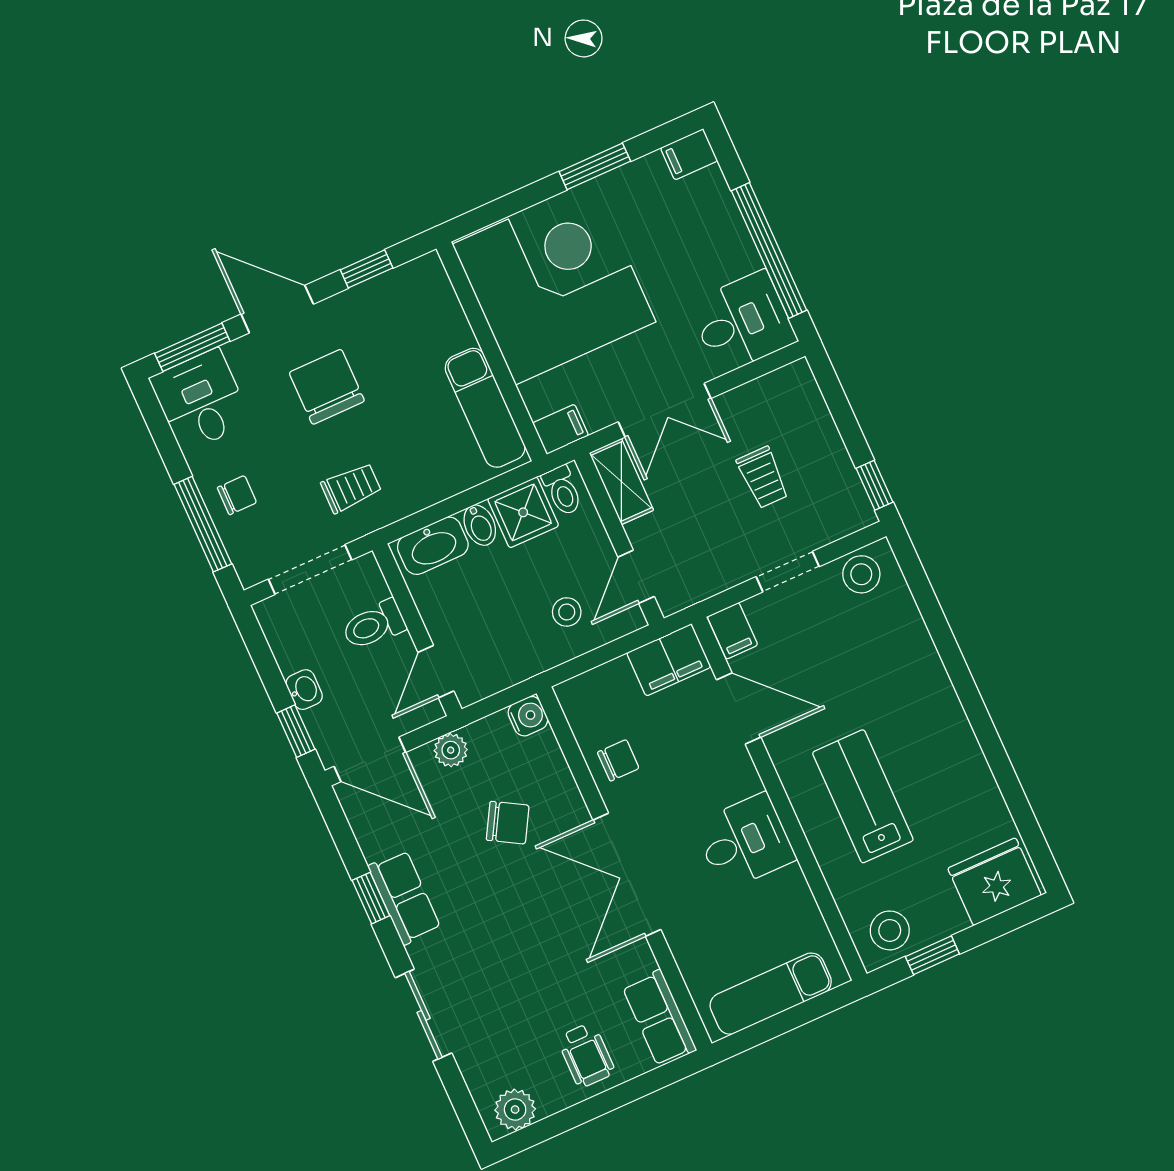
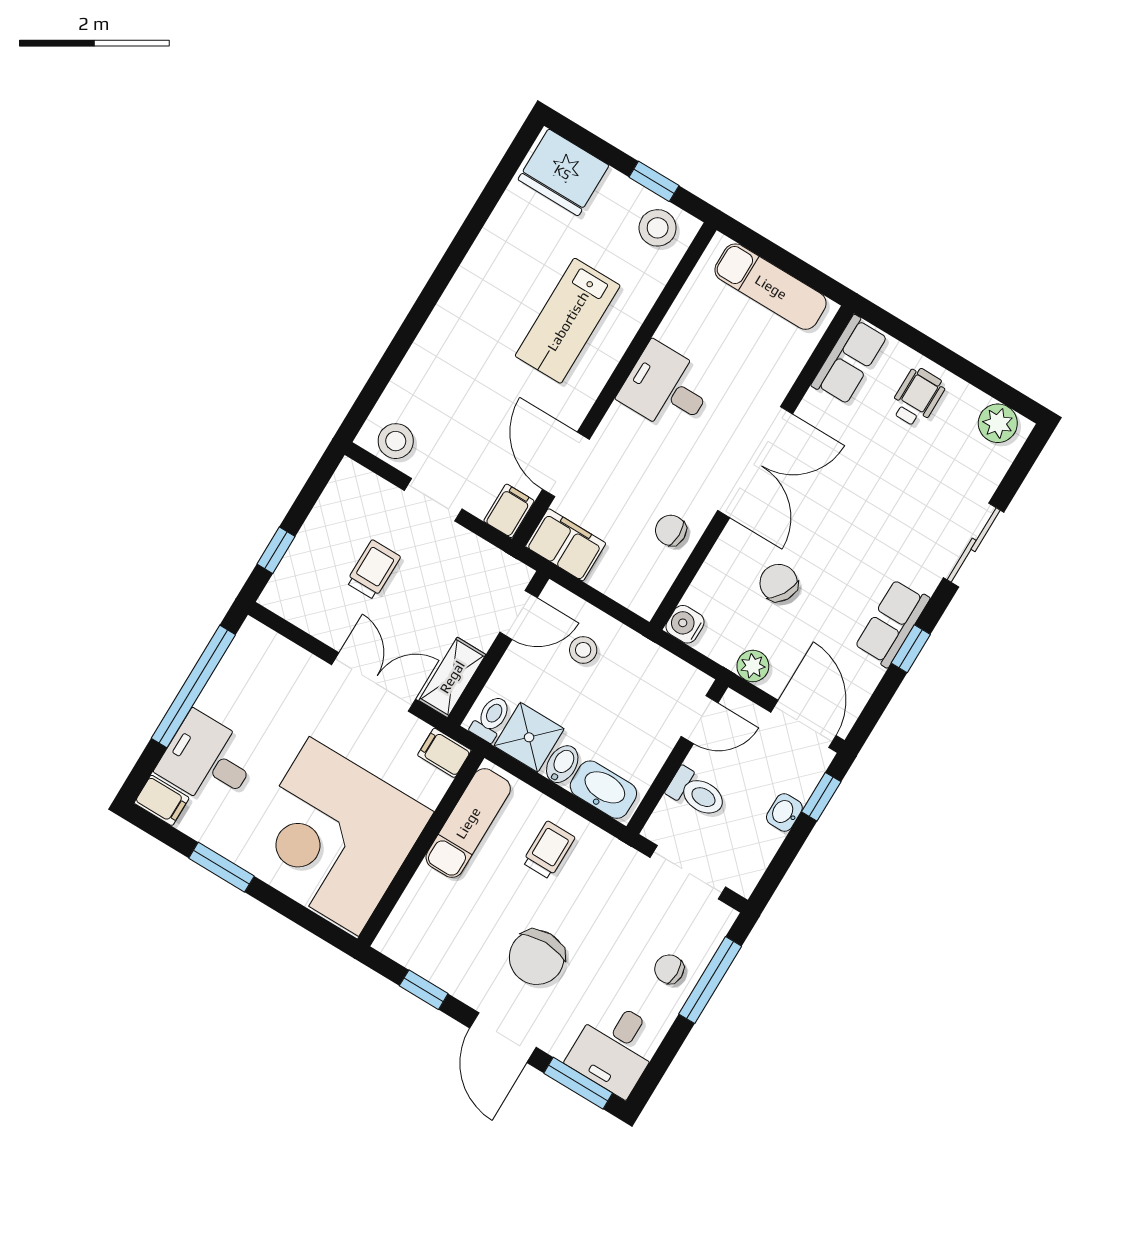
desk: (743, 322) -> (208, 761), moved
window: (875, 485) -> (276, 550), moved
trolley: (351, 488) -> (549, 850), moved, turned 90

